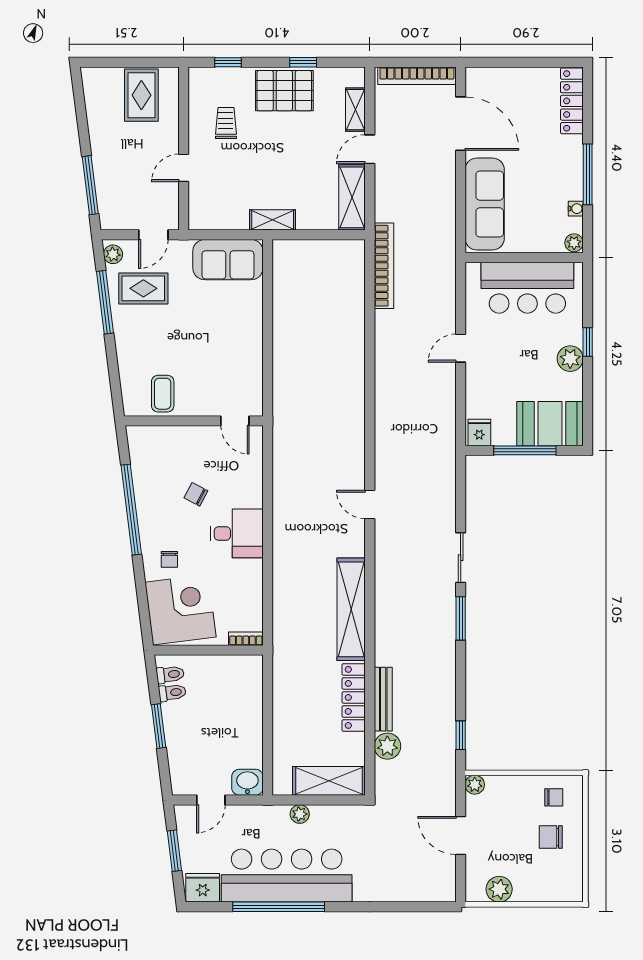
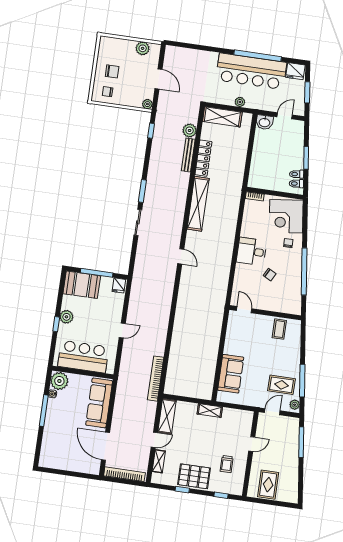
locker: (572, 101) -> (46, 450), removed
plant: (574, 243) -> (59, 381), width x1.87, depth x1.87
sofa: (228, 260) -> (231, 374), moved, turned 90

